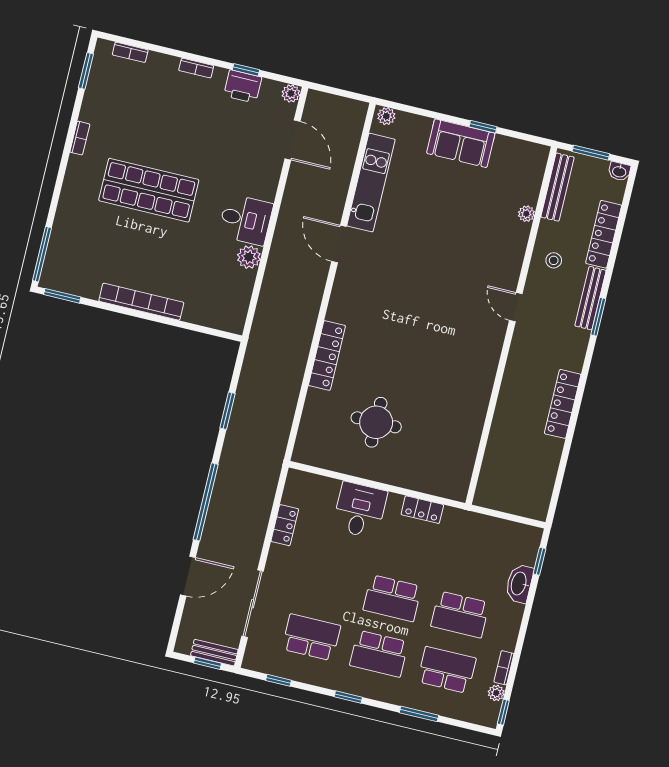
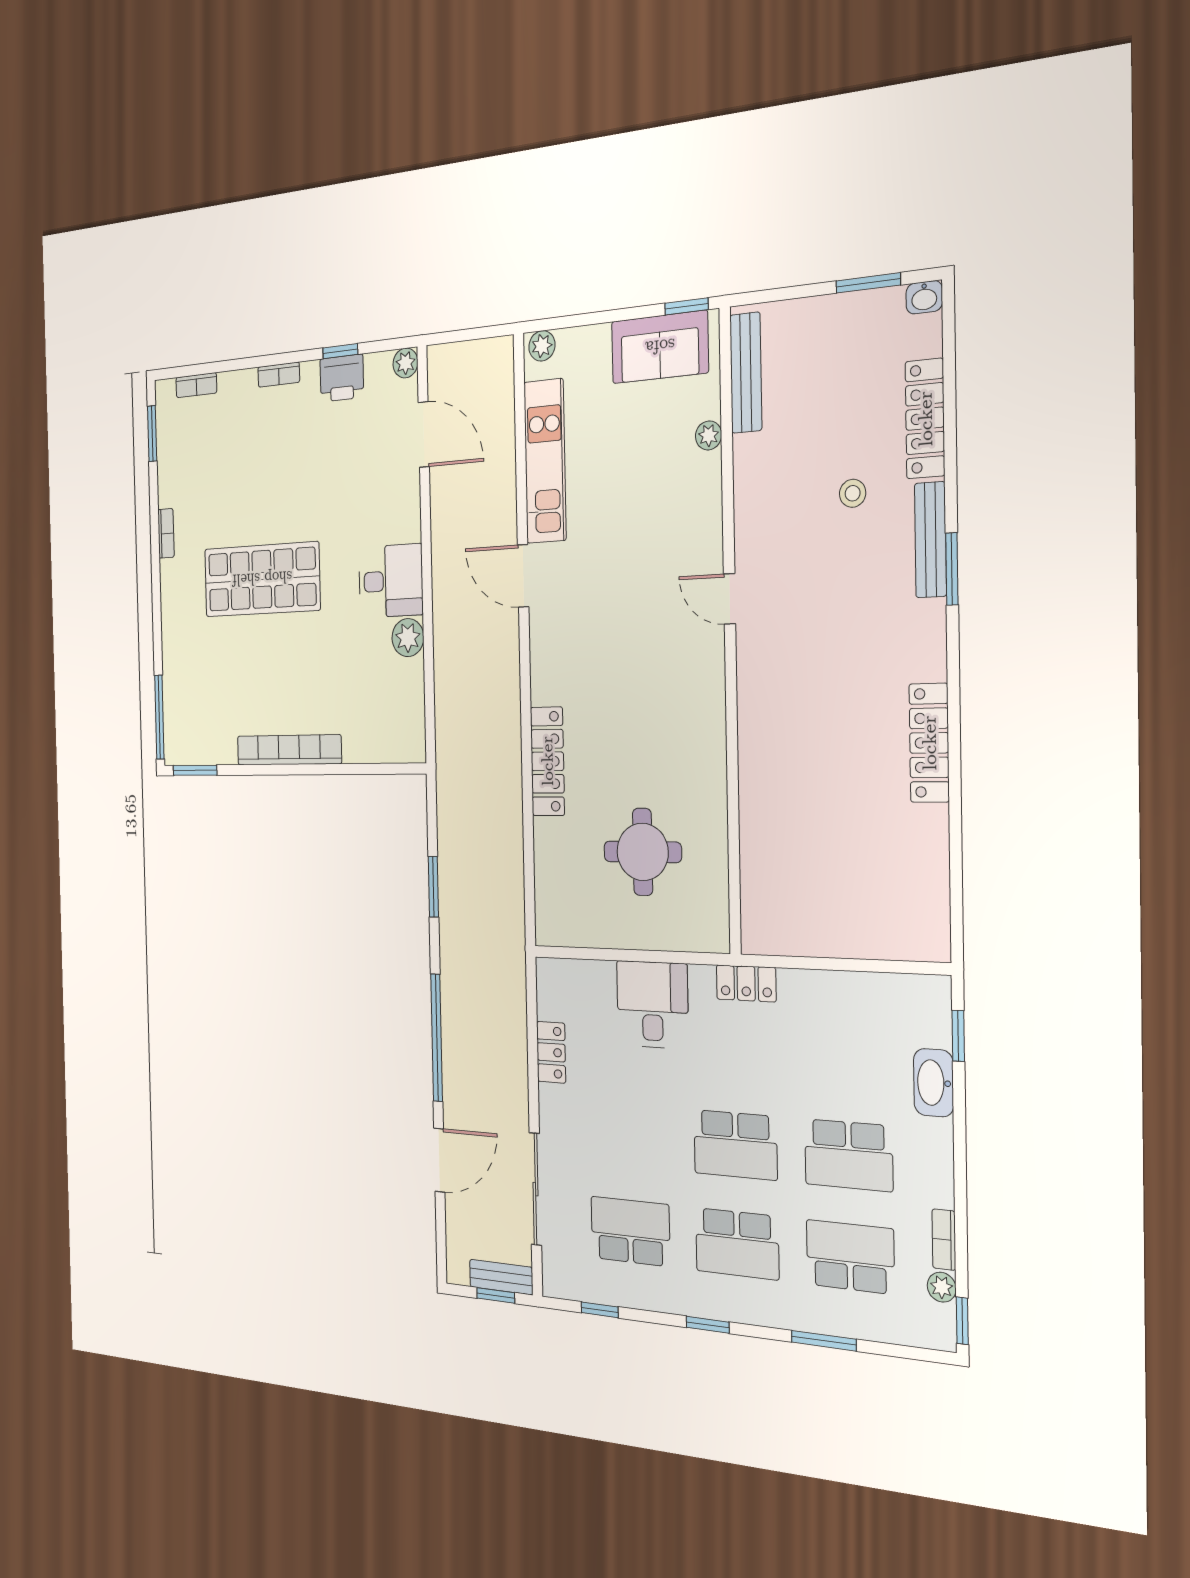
bench: (557, 187) -> (746, 373), moved
plant: (526, 214) -> (709, 435), moved
door: (516, 307) -> (730, 599), moved
wall: (511, 326) -> (730, 632), moved

